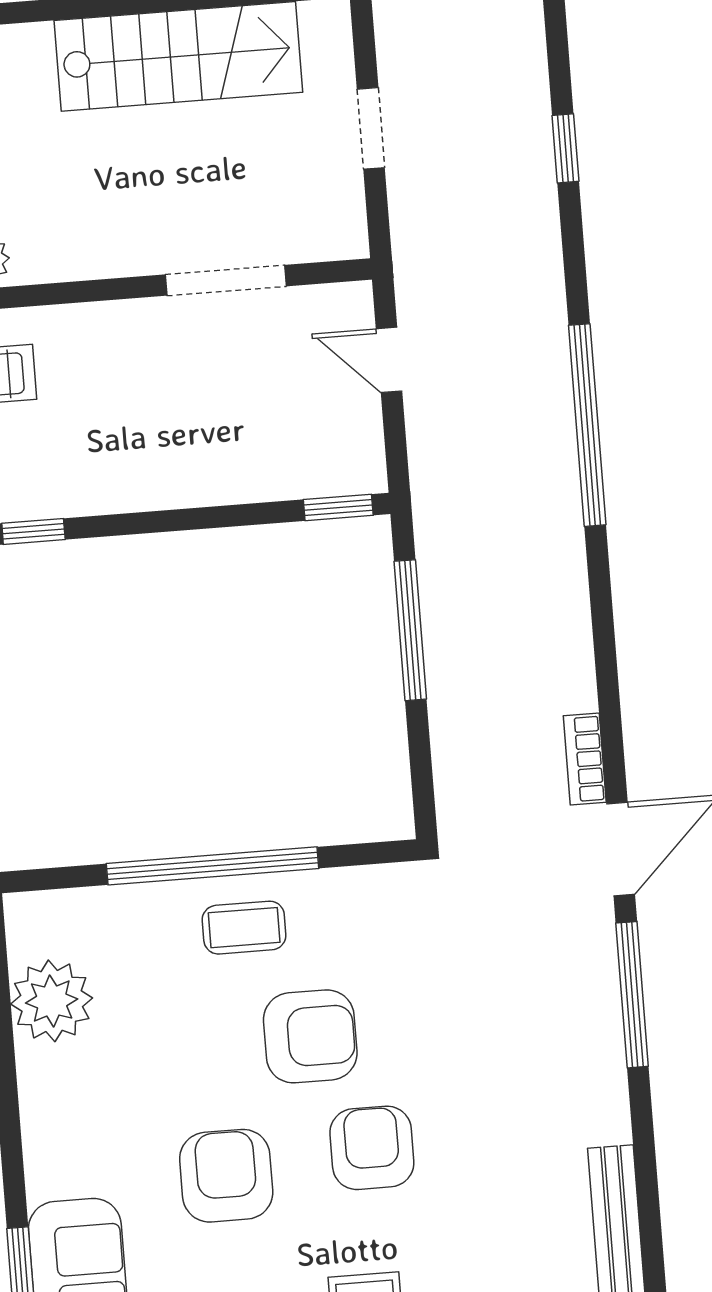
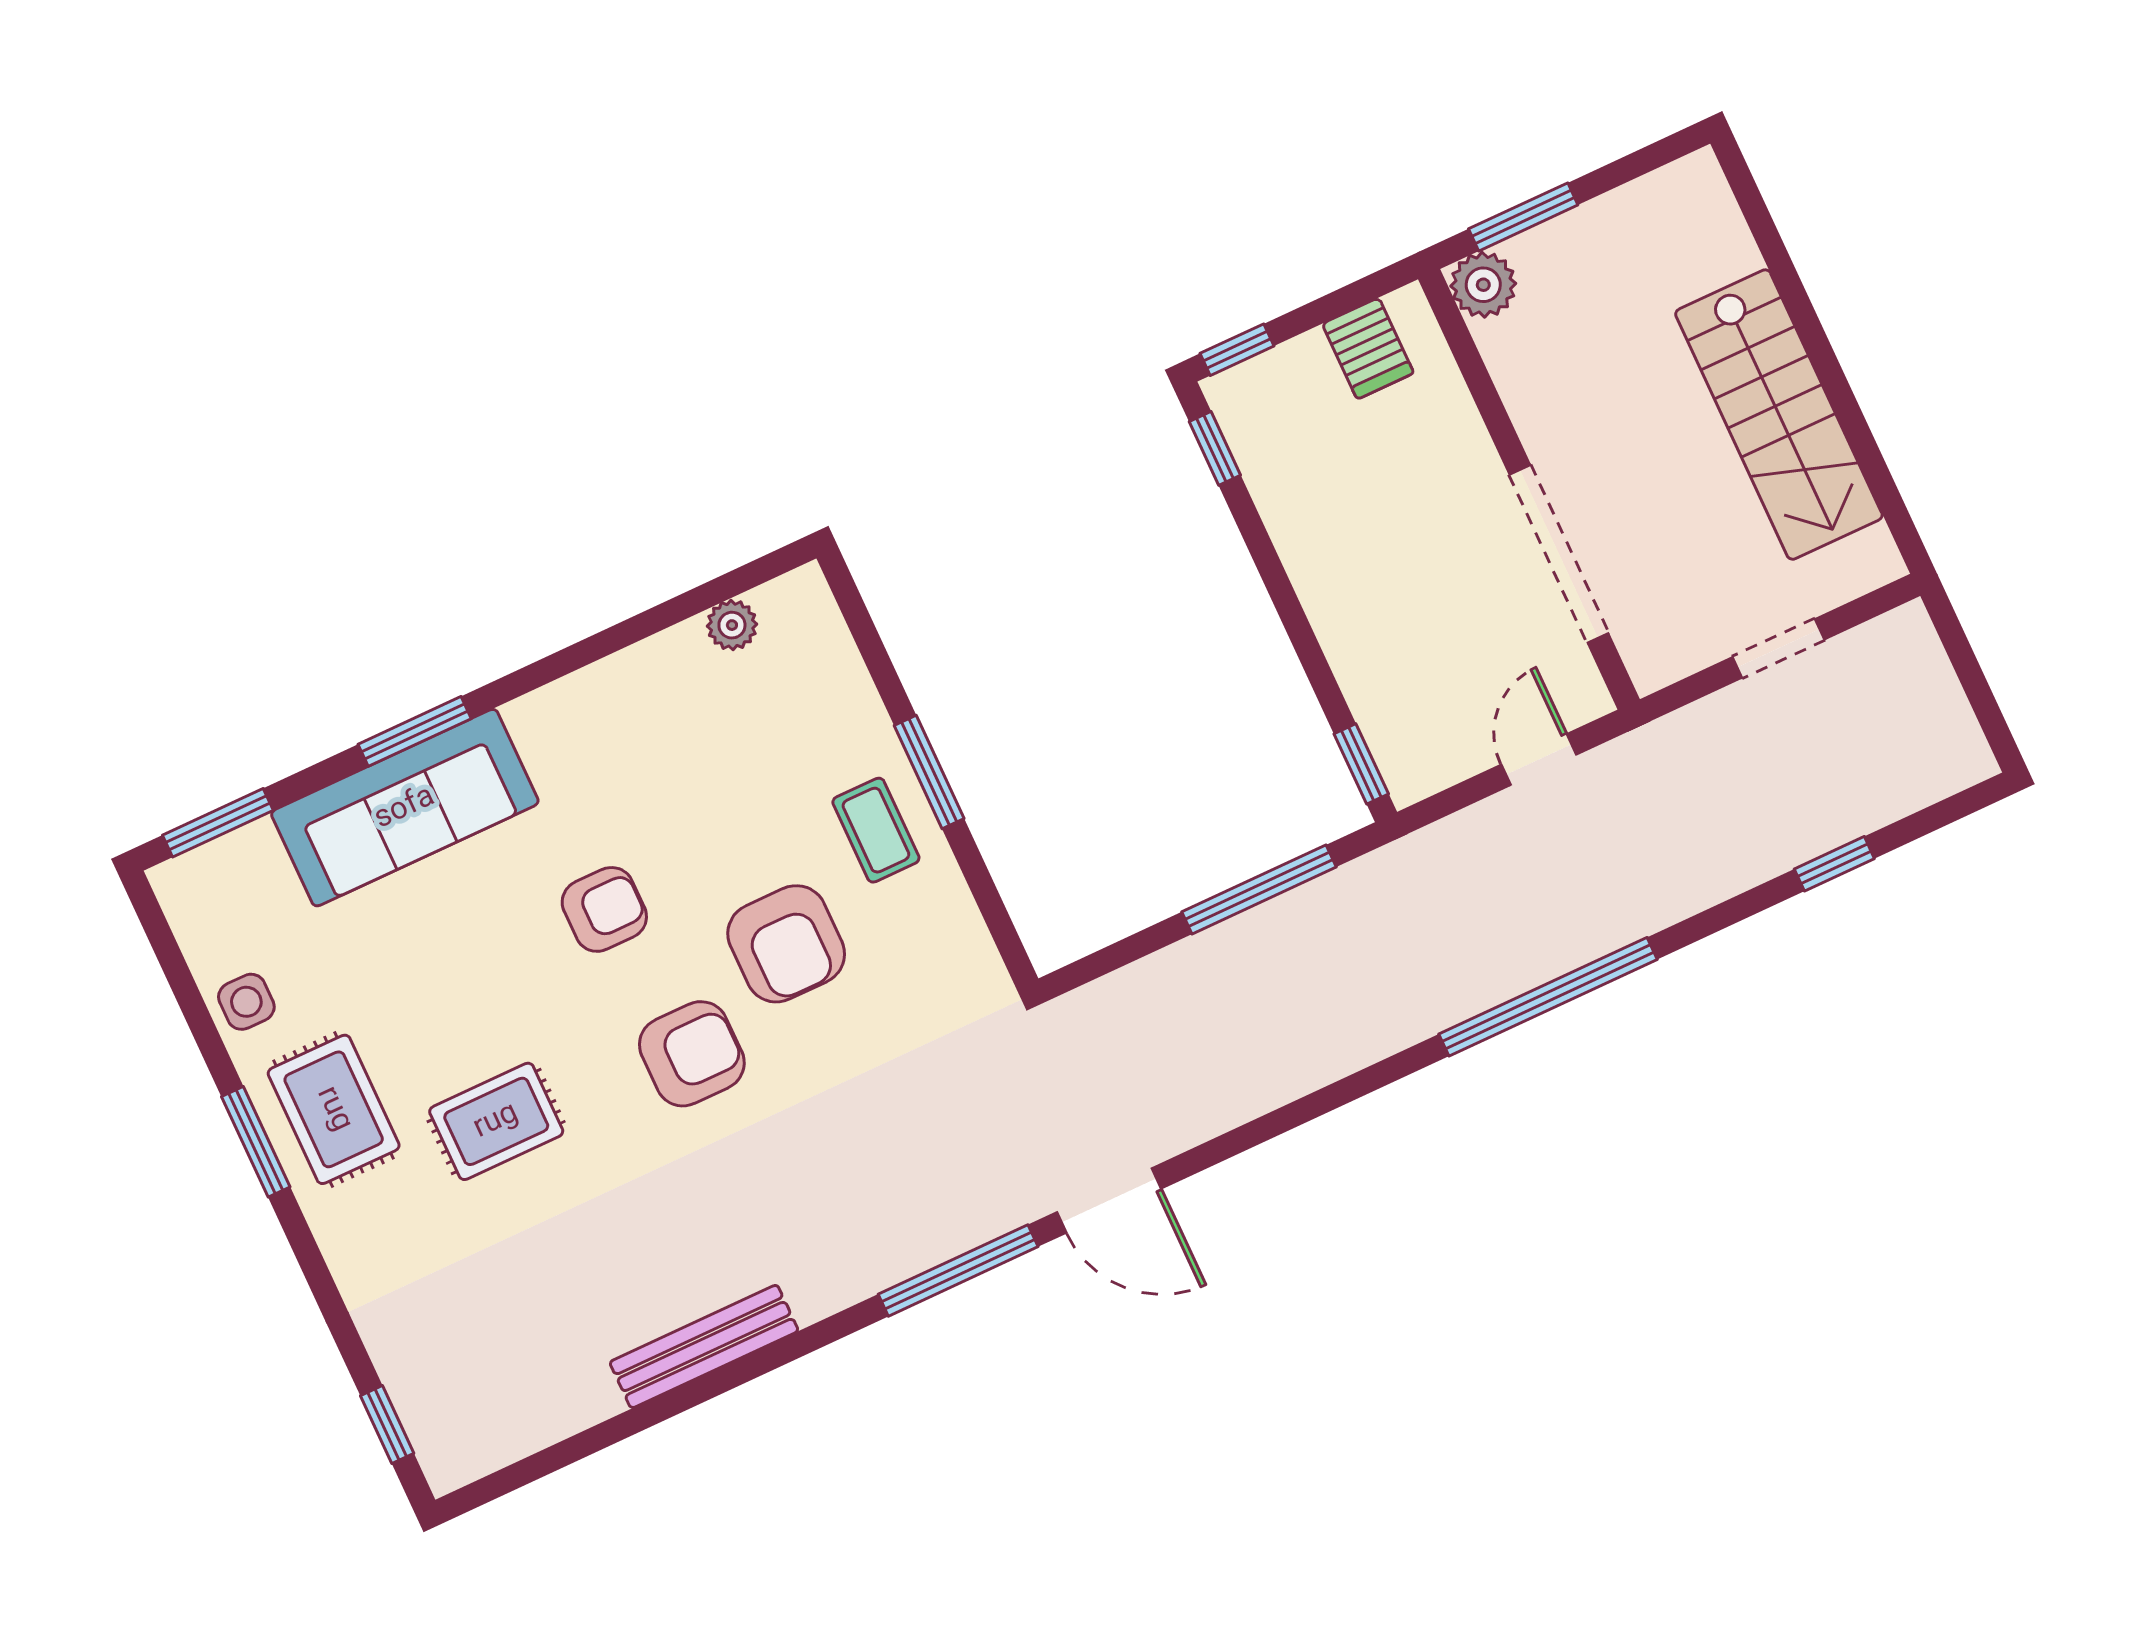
doorway: (226, 280) -> (1559, 554), width x1.36
bookcase: (585, 759) -> (1191, 1127), removed
window: (213, 866) -> (929, 772), width x0.47
plant: (52, 1001) -> (732, 625), width x0.53, depth x0.53
armchair: (226, 1176) -> (604, 909), width x0.72, depth x0.72

